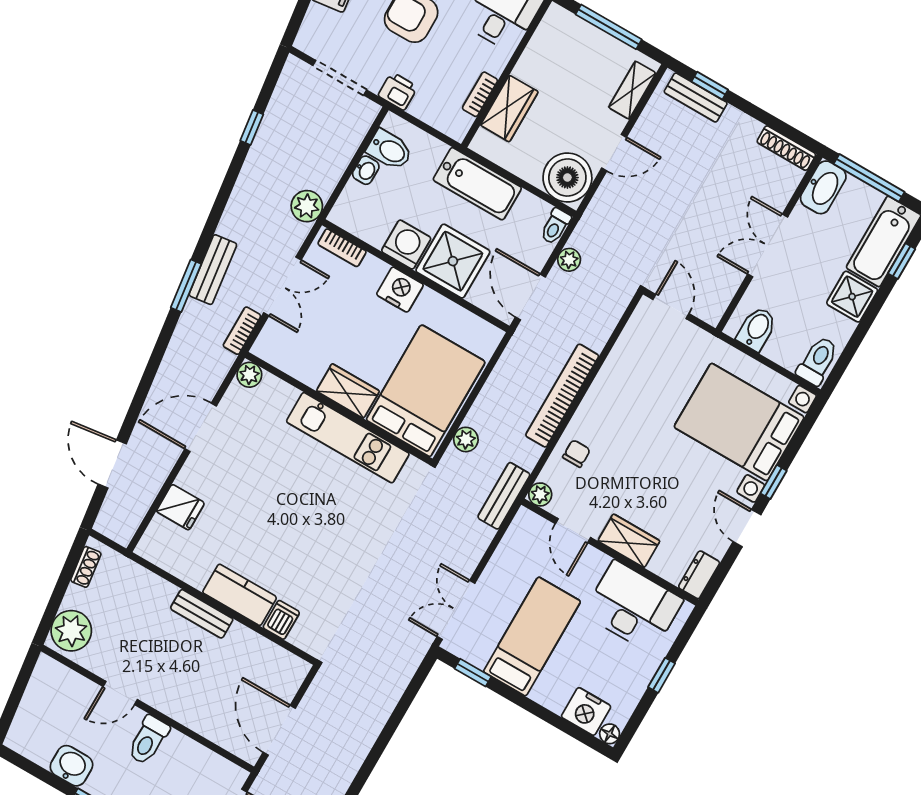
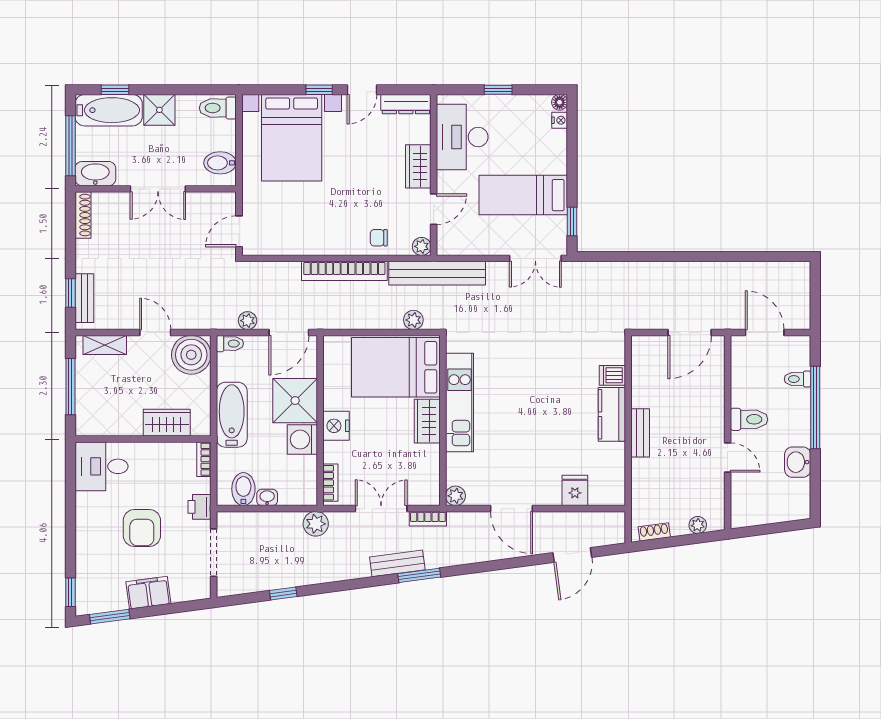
bookcase: (480, 94) -> (204, 459), moved, turned 90
bench: (504, 496) -> (437, 273), width x1.86, depth x1.21
dresser: (699, 575) -> (406, 104), width x1.44
plant: (71, 631) -> (698, 525), width x0.53, depth x0.53
nightstand: (586, 711) -> (560, 120), width x0.53, depth x0.56

